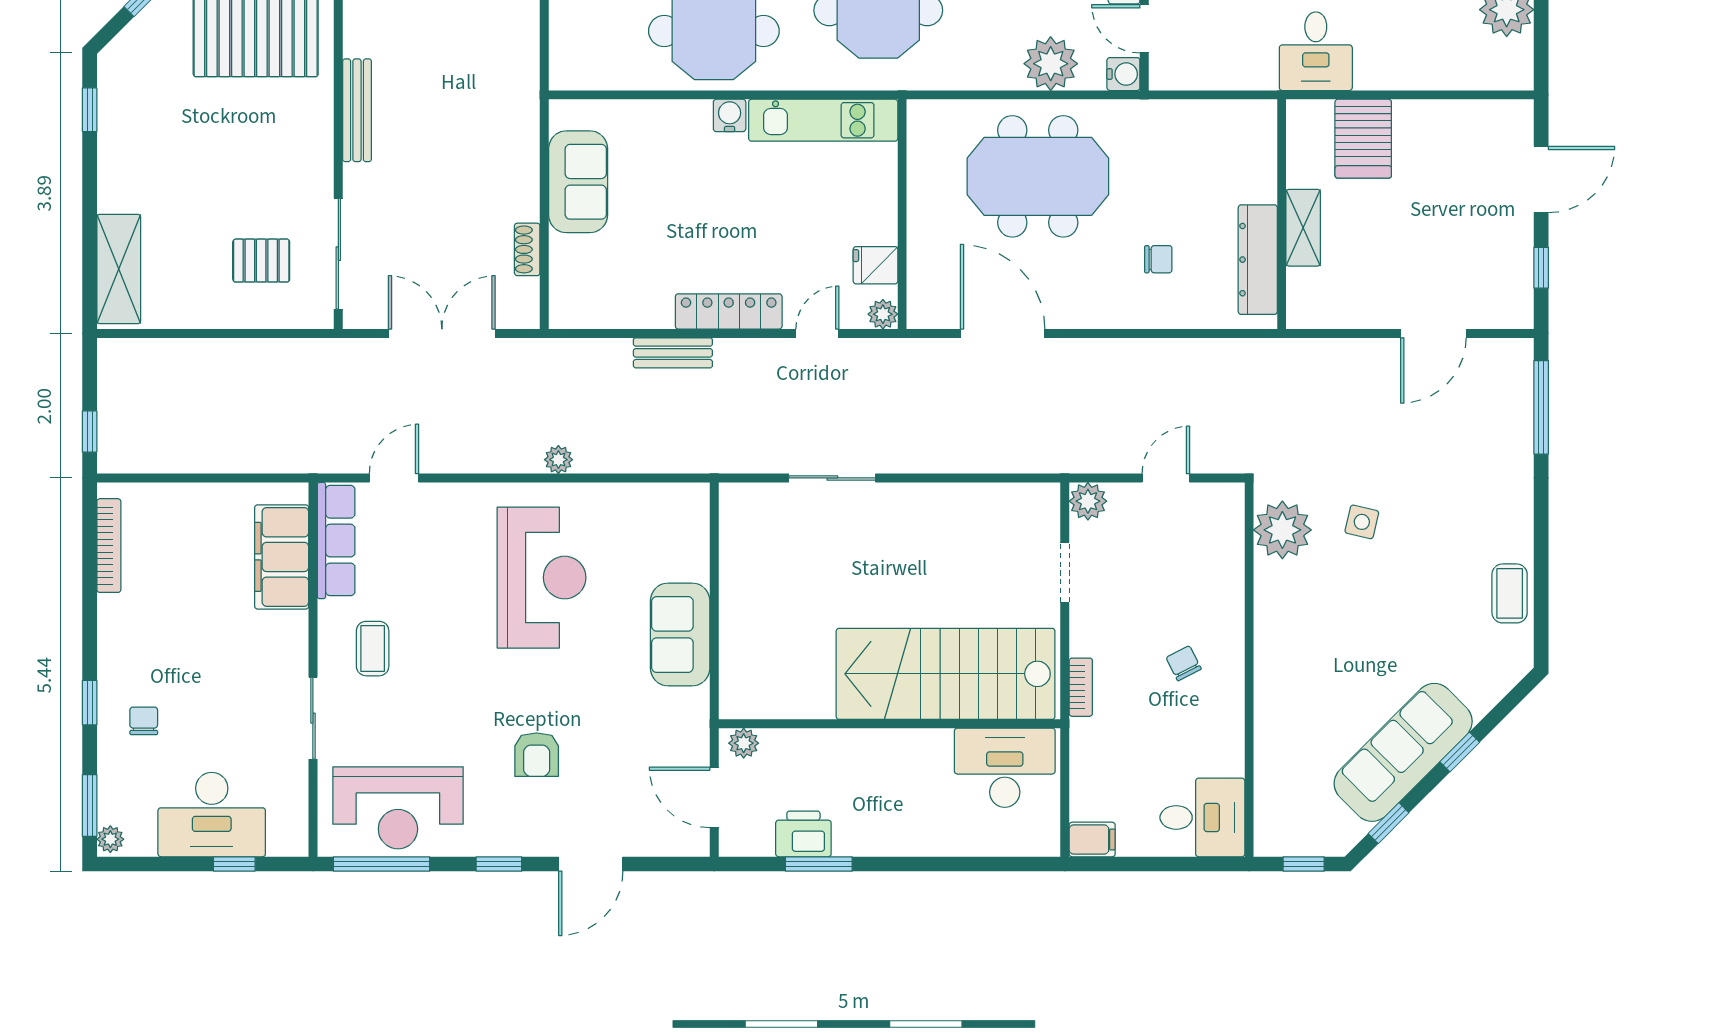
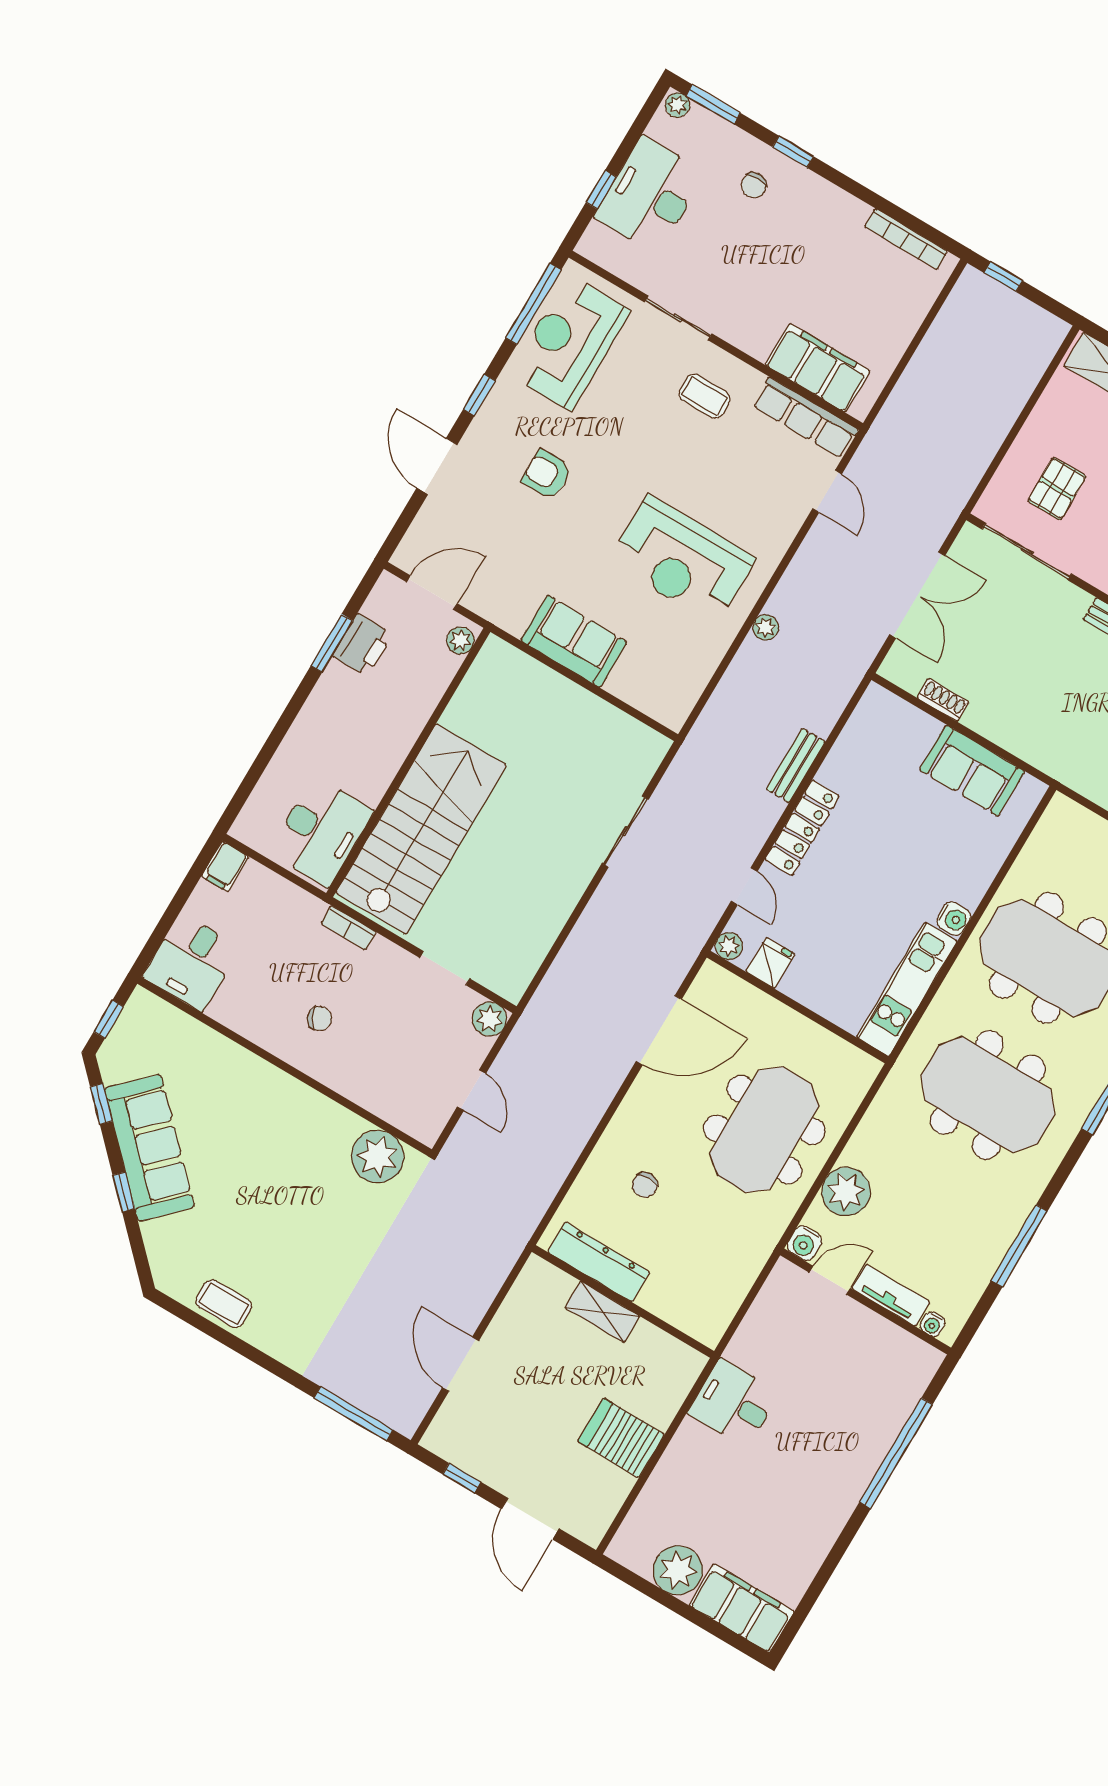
server rack: (1363, 139) -> (621, 1438), moved
side table: (1362, 522) -> (347, 1222), removed
chair: (144, 721) -> (754, 185), turned 90

